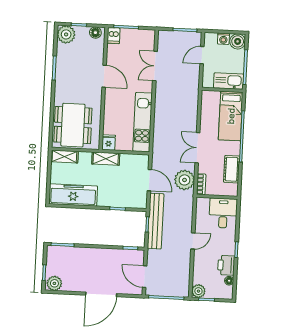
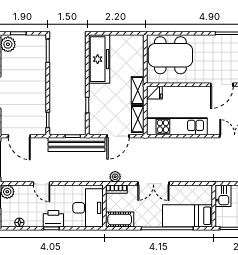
kitchen sink: (229, 81) -> (223, 196), moved, width x0.73
double door: (197, 148) -> (153, 184), swing flipped
shelving: (64, 157) -> (138, 119), moved
cot: (232, 169) -> (120, 219), moved
plant: (184, 180) -> (115, 177), width x0.53, depth x0.53
desk: (223, 213) -> (88, 208), width x1.37
door: (193, 241) -> (42, 184), moved
printer: (226, 265) -> (53, 219), moved
door: (145, 277) -> (19, 136), swing flipped

